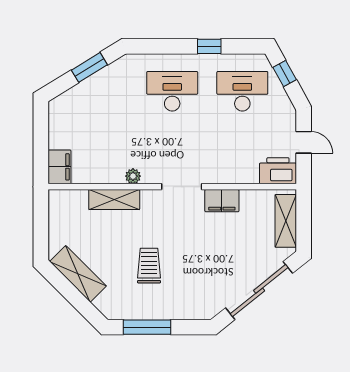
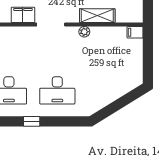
window: (89, 67) -> (114, 107), removed
filing cabinet: (59, 167) -> (135, 32), width x0.50

